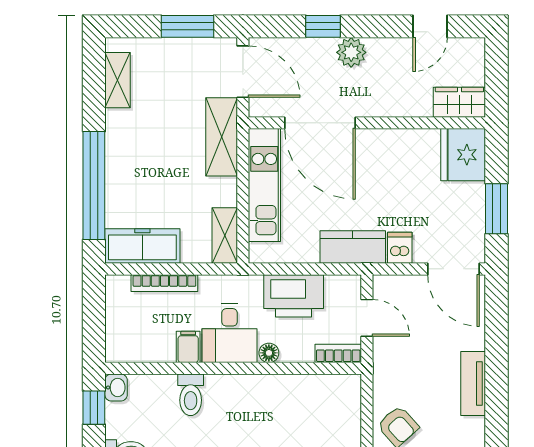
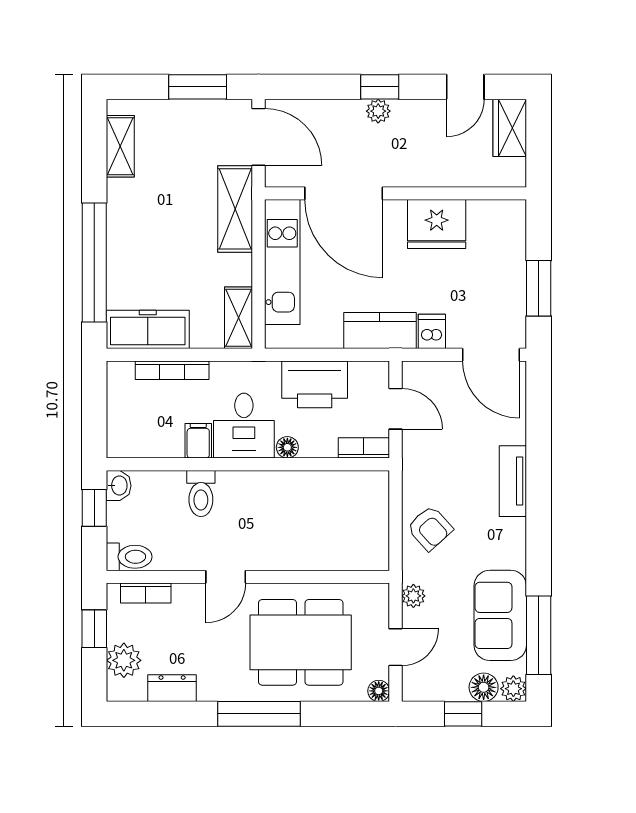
window: (323, 26) -> (380, 87), moved
plant: (351, 52) -> (378, 111), width x0.73, depth x0.73
wardrobe: (459, 102) -> (510, 128), moved, turned -90
fridge: (463, 155) -> (437, 224), moved, turned -90

